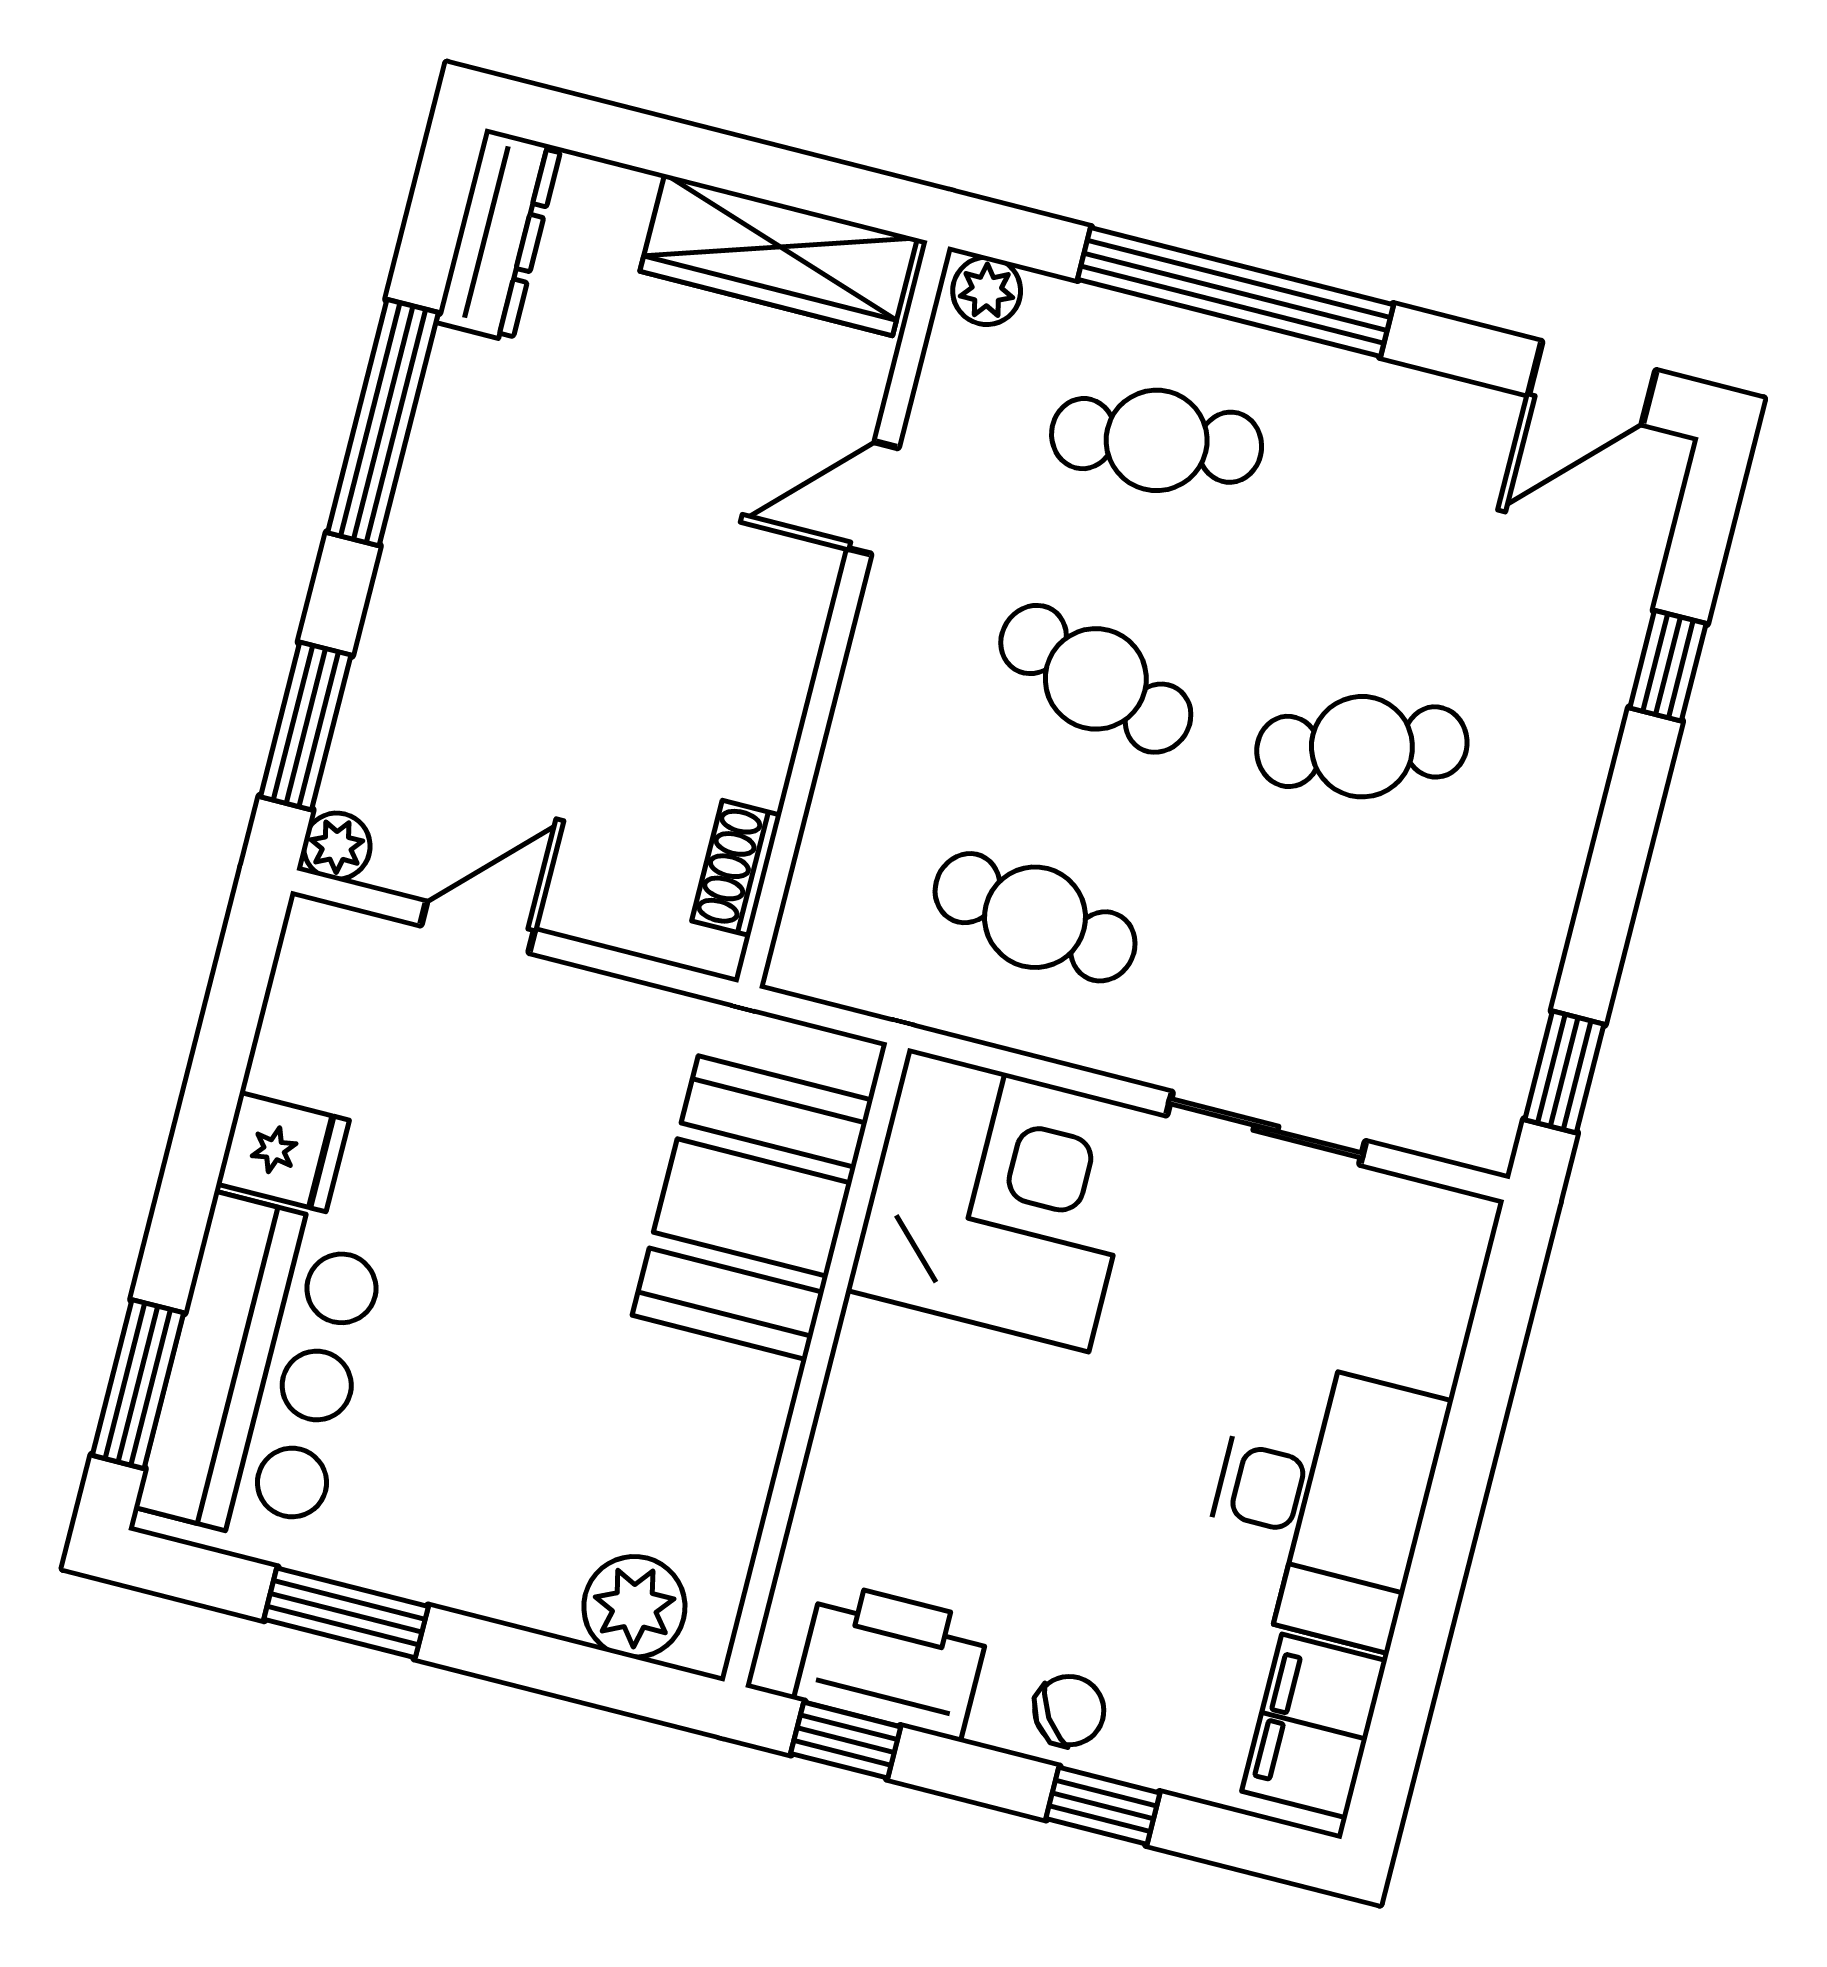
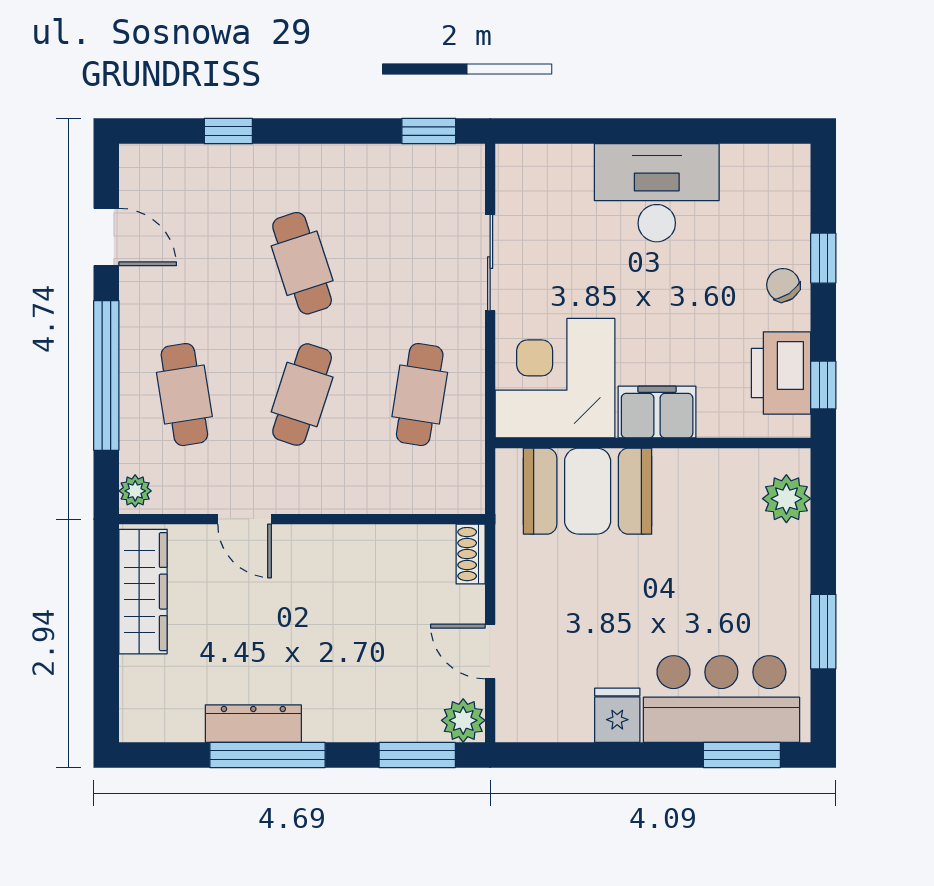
dresser: (499, 235) -> (253, 724), moved
door: (1592, 383) -> (106, 237), moved
plant: (337, 846) -> (463, 720), width x1.38, depth x1.38
shoe rack: (736, 868) -> (471, 554), moved, turned 90
filing cabinet: (1314, 1726) -> (657, 412), moved, turned 180

